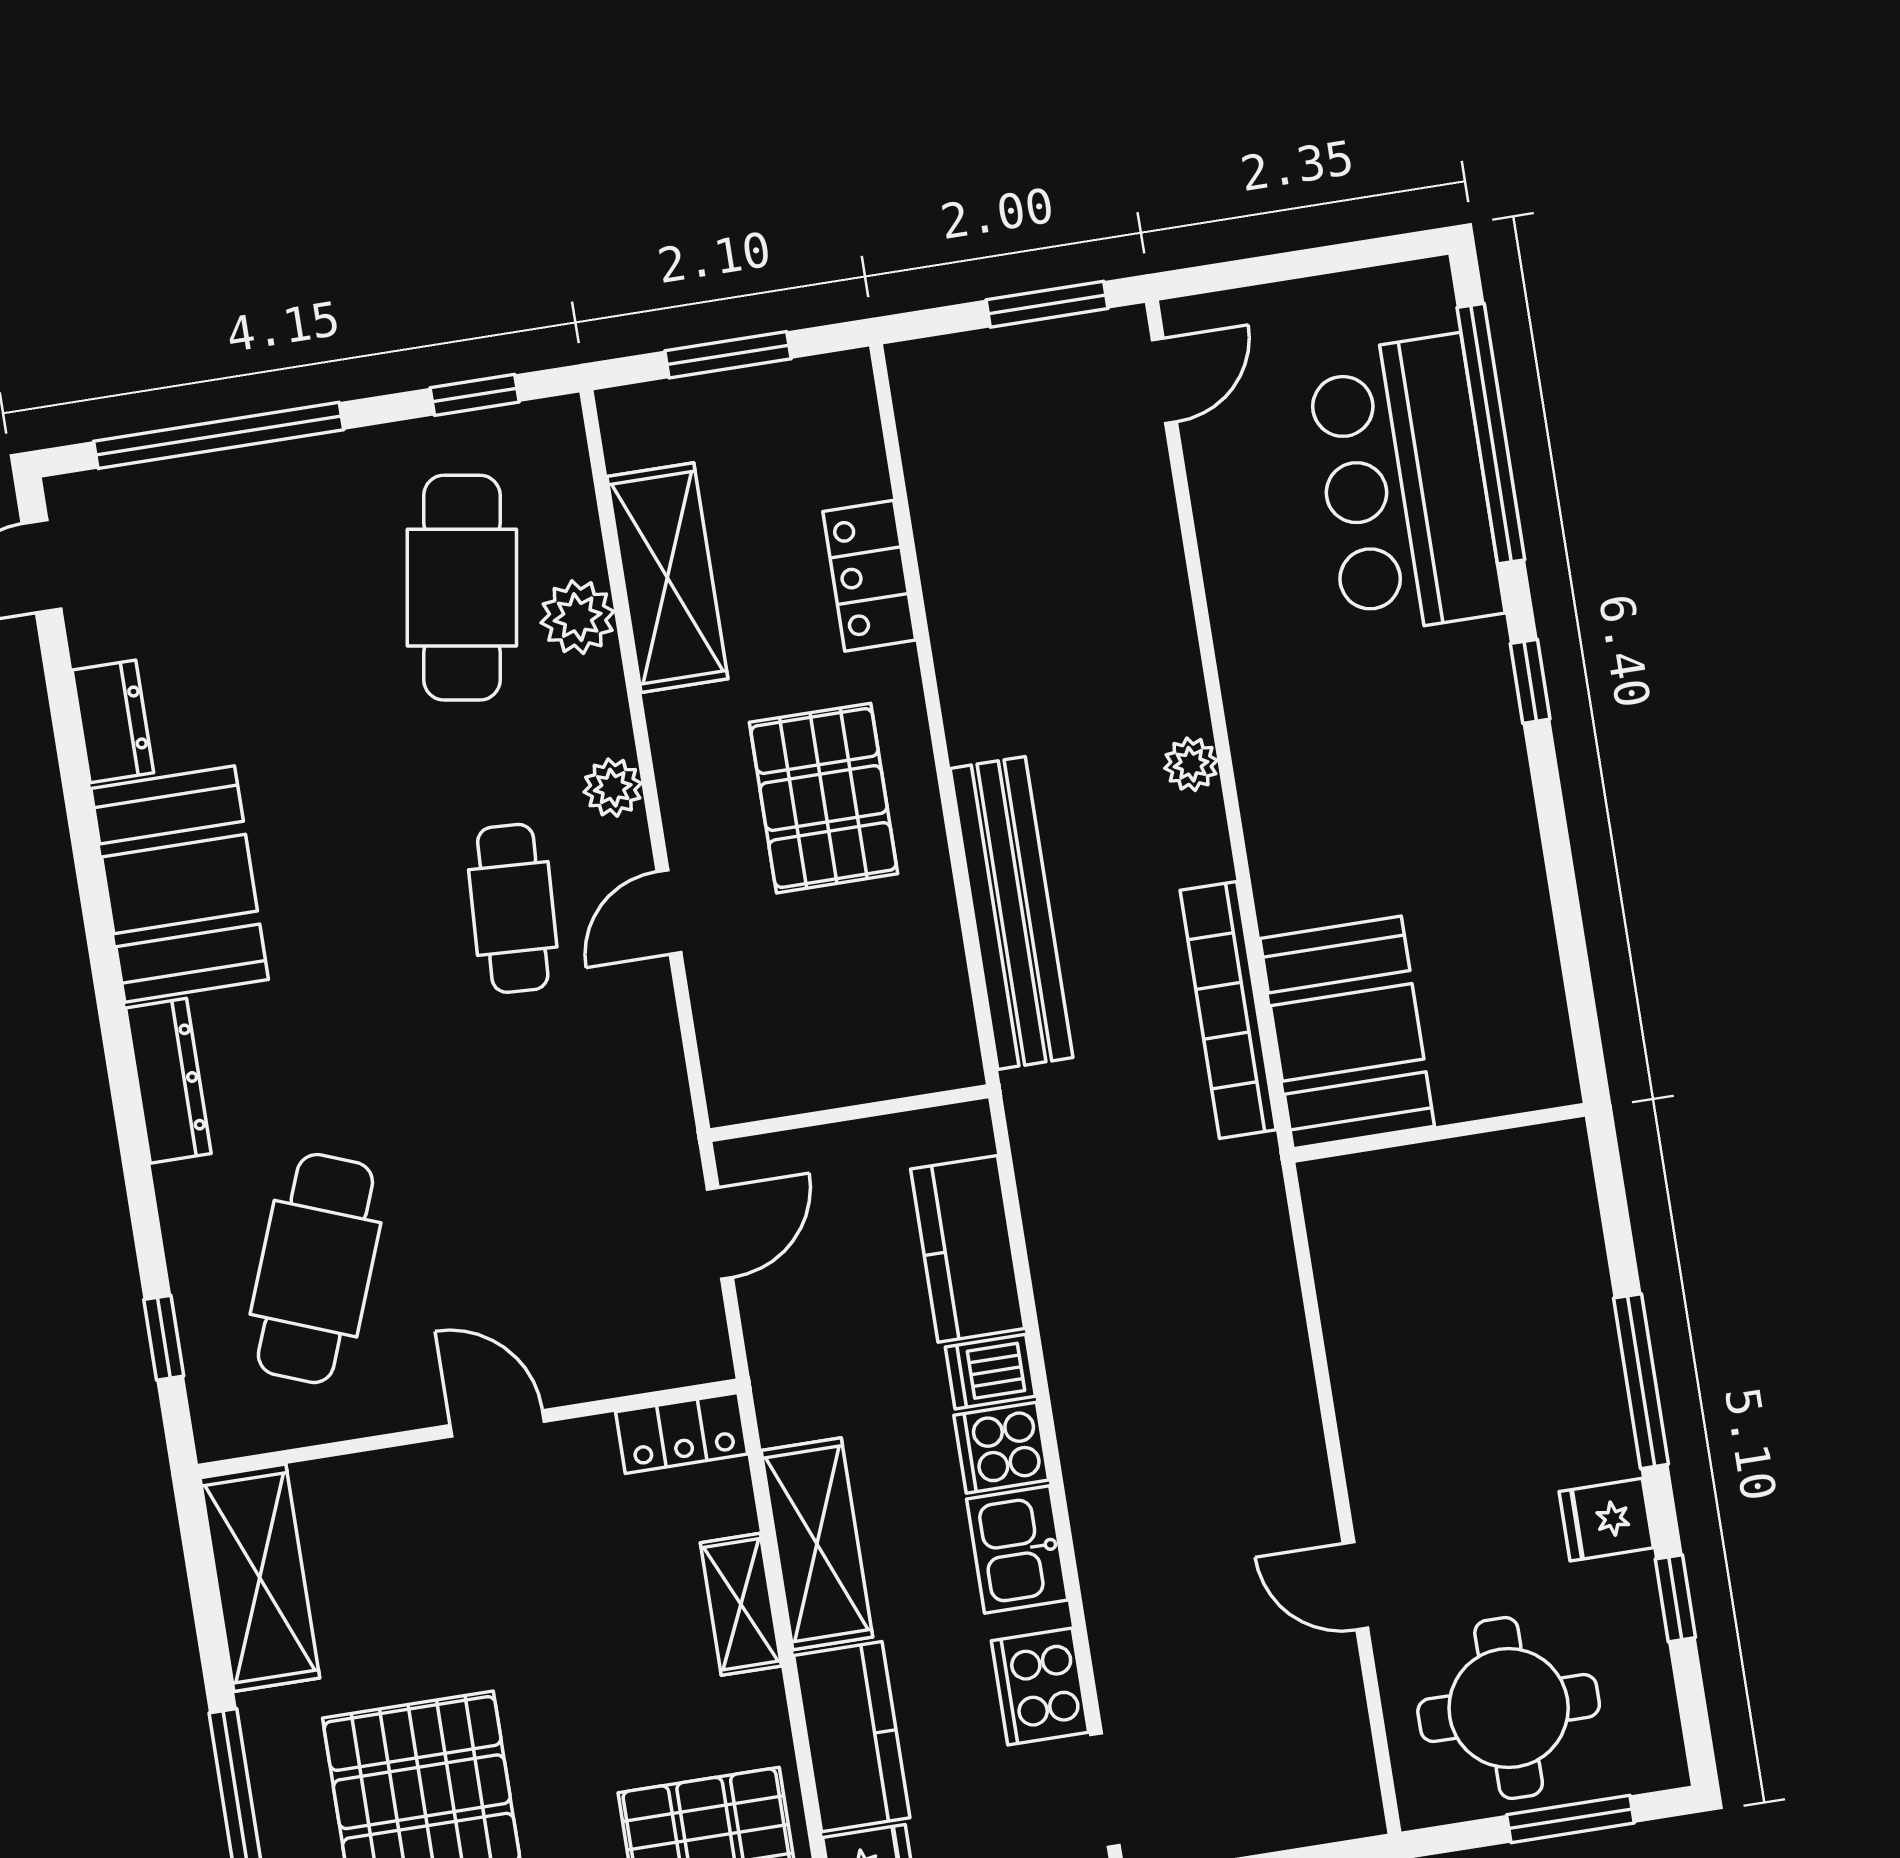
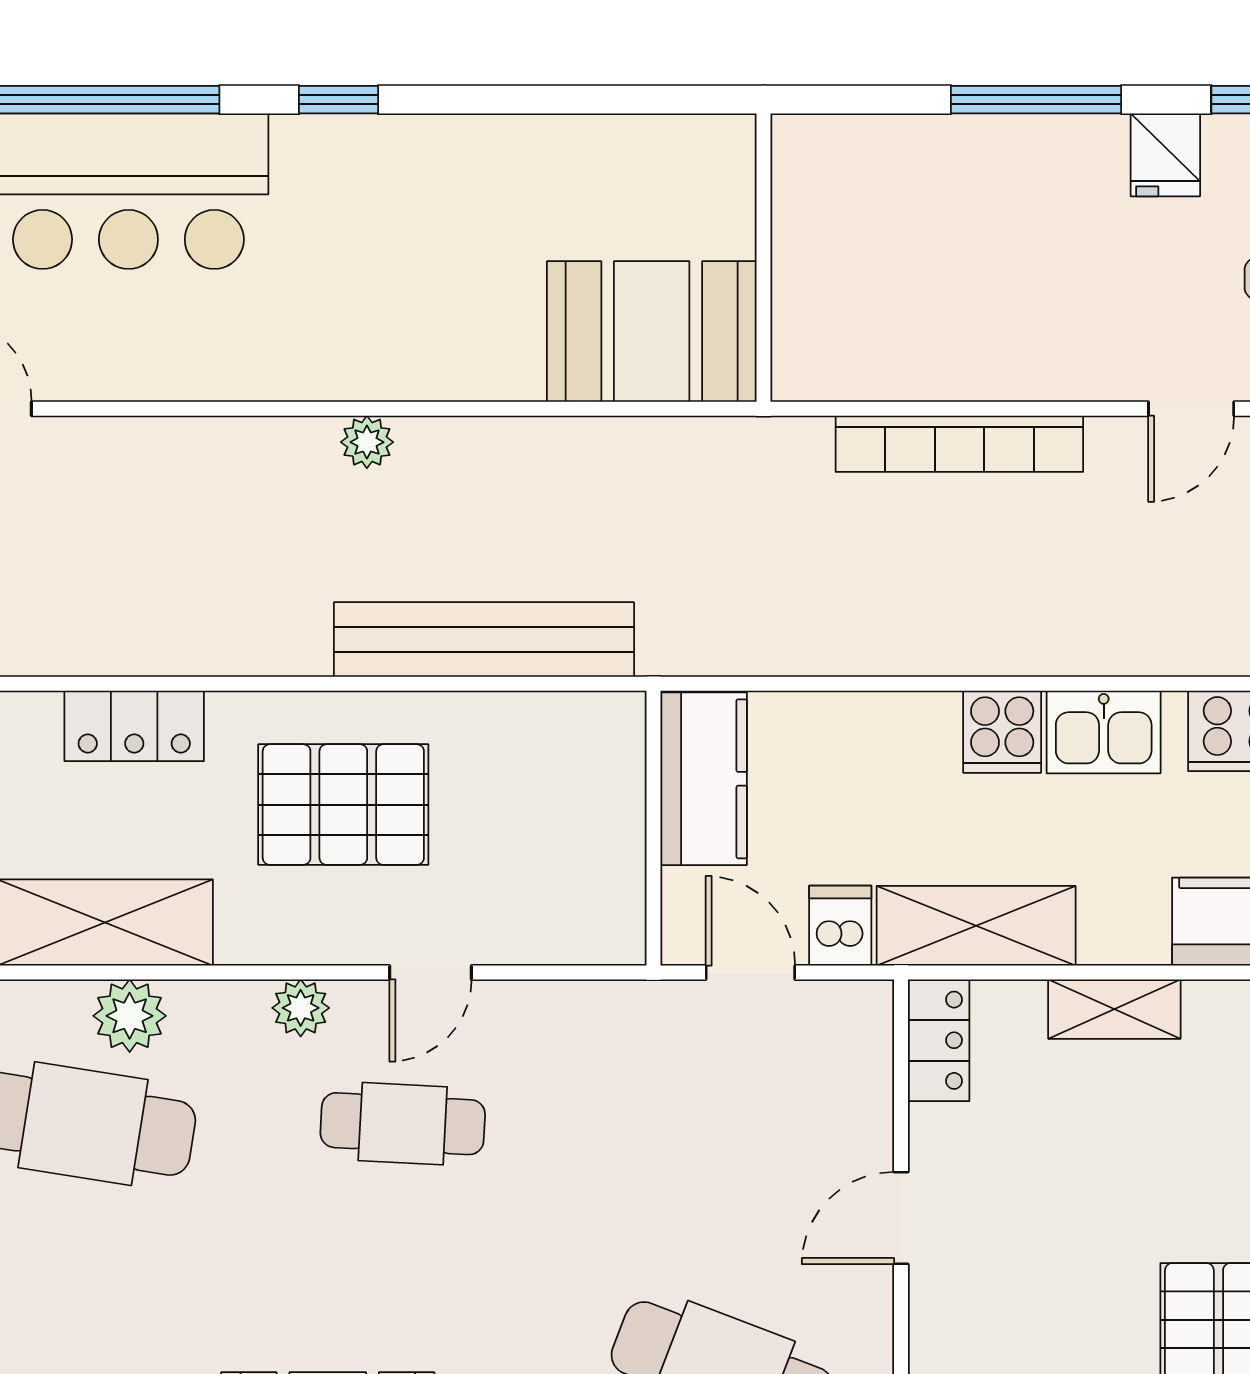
door: (669, 912) -> (430, 972), hinge flipped
bookcase: (1228, 1010) -> (959, 444), moved
kitchen counter: (968, 1249) -> (704, 779), moved, turned -90
dishwasher: (990, 1372) -> (840, 926), moved, turned 180
shelving: (817, 1544) -> (976, 926), moved

